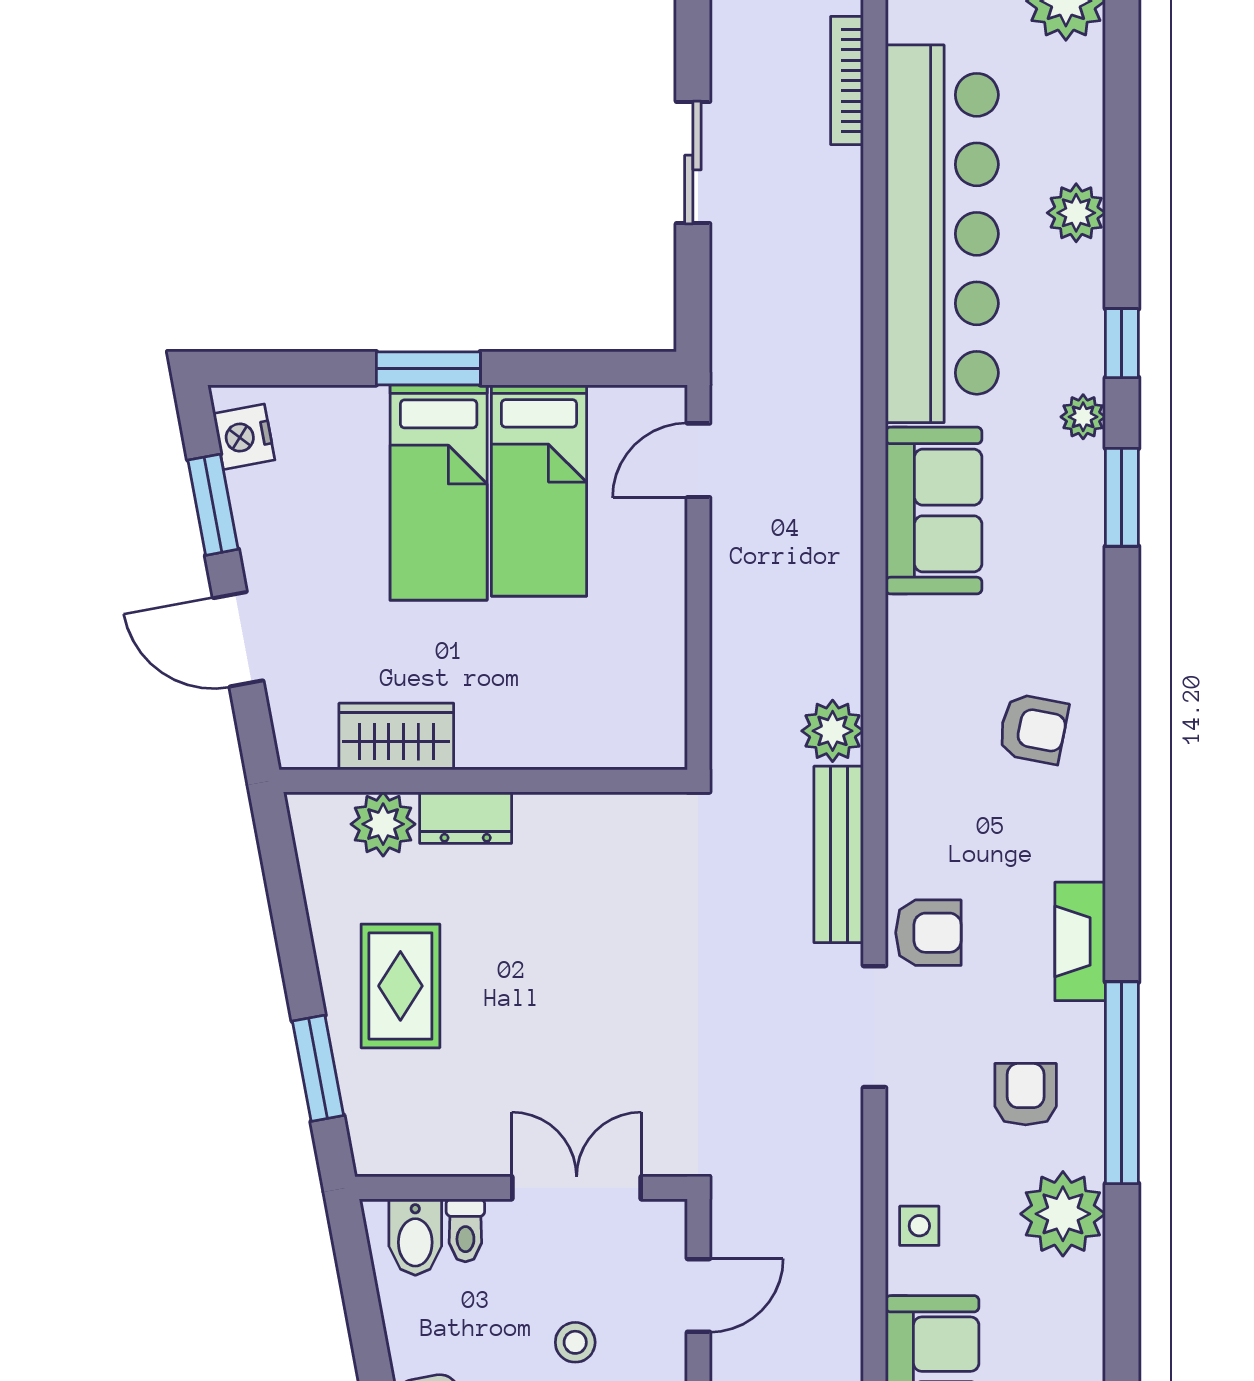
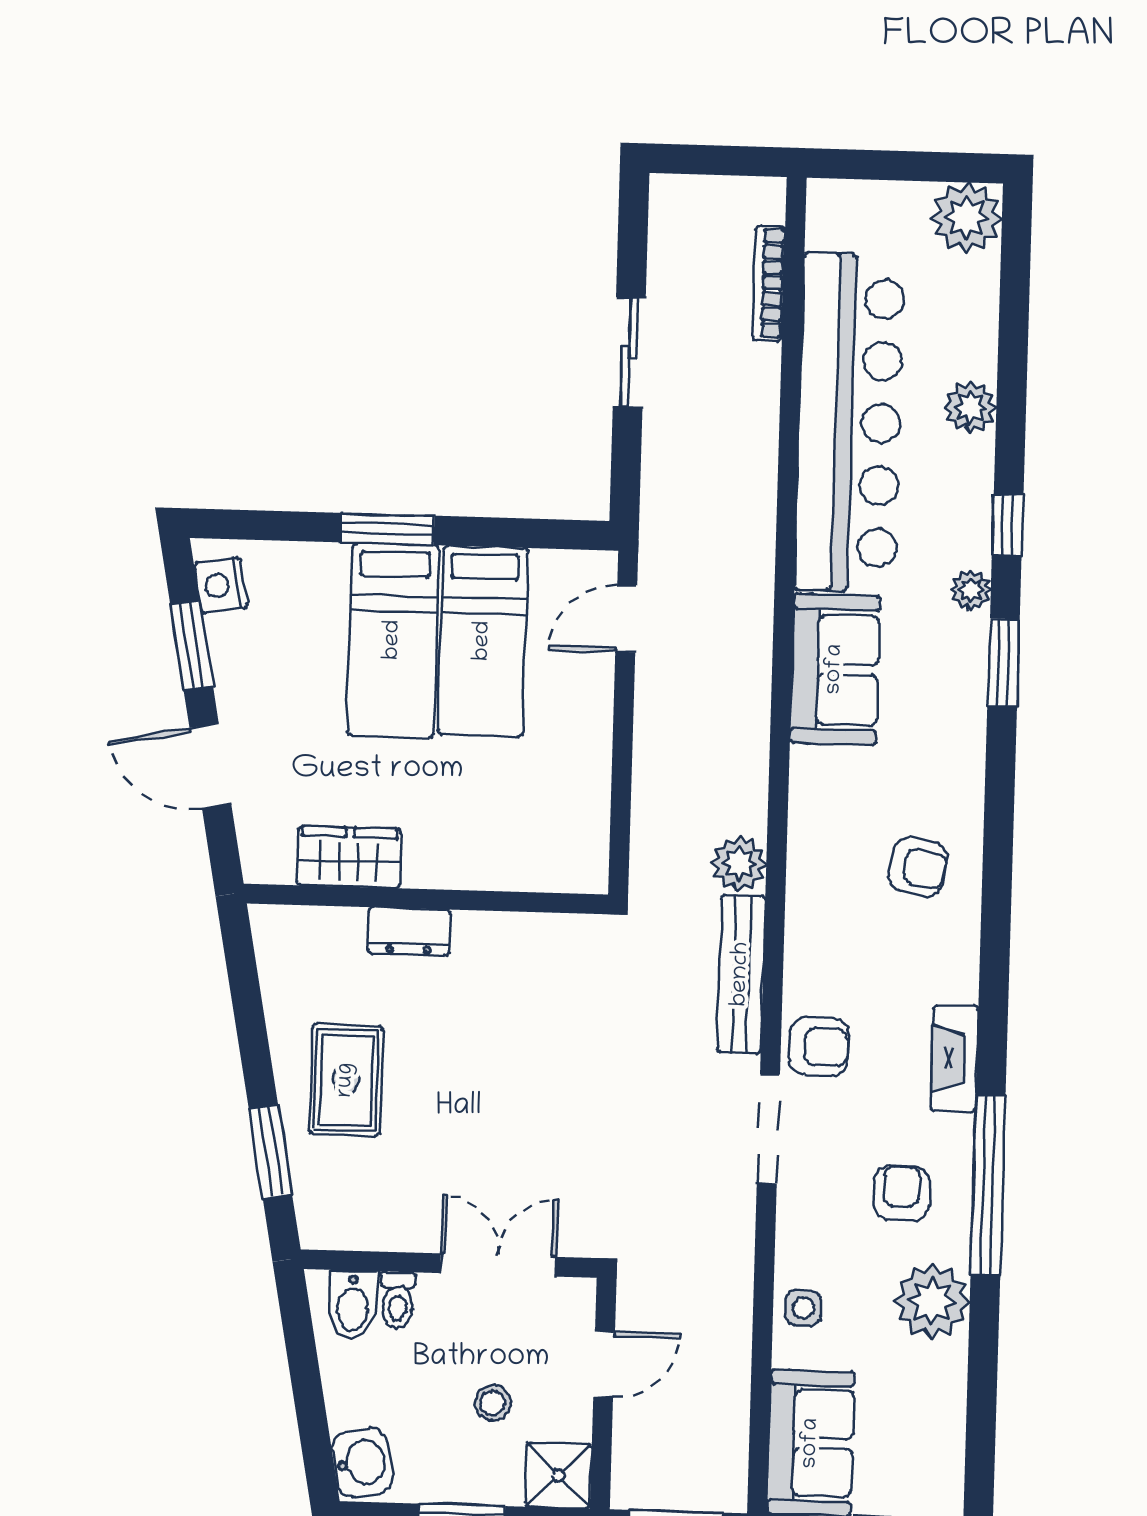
plant: (383, 824) -> (335, 935), removed

